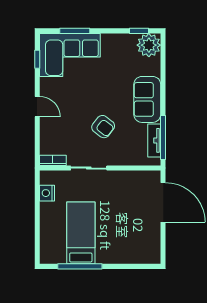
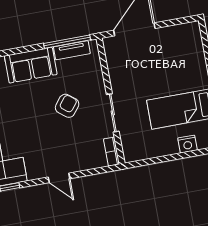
door: (37, 107) -> (59, 178), swing flipped
nightstand: (47, 193) -> (187, 144), moved

